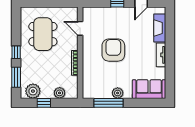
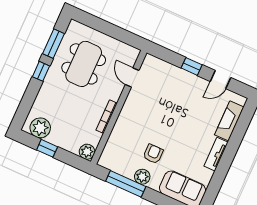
armchair: (113, 50) -> (153, 154), moved, width x0.53, depth x0.53
window: (16, 77) -> (53, 44), moved
plant: (60, 93) -> (87, 152), moved

